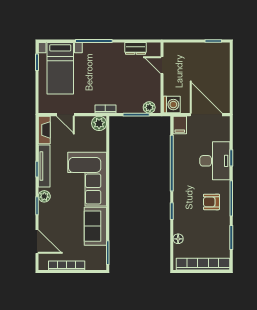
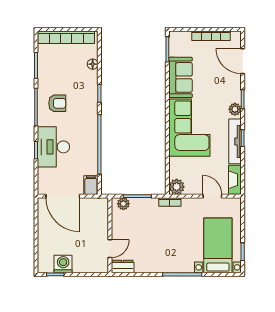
dresser: (136, 48) -> (123, 266), moved
door: (162, 65) -> (110, 249), hinge flipped
washing machine: (172, 105) -> (63, 264), moved, turned 90

